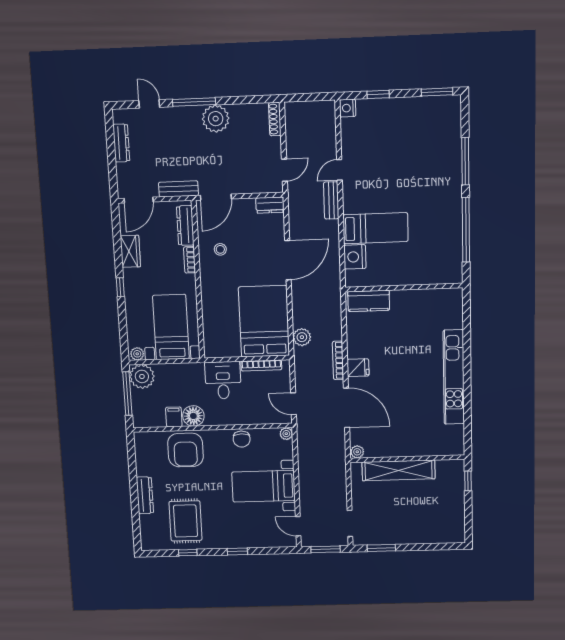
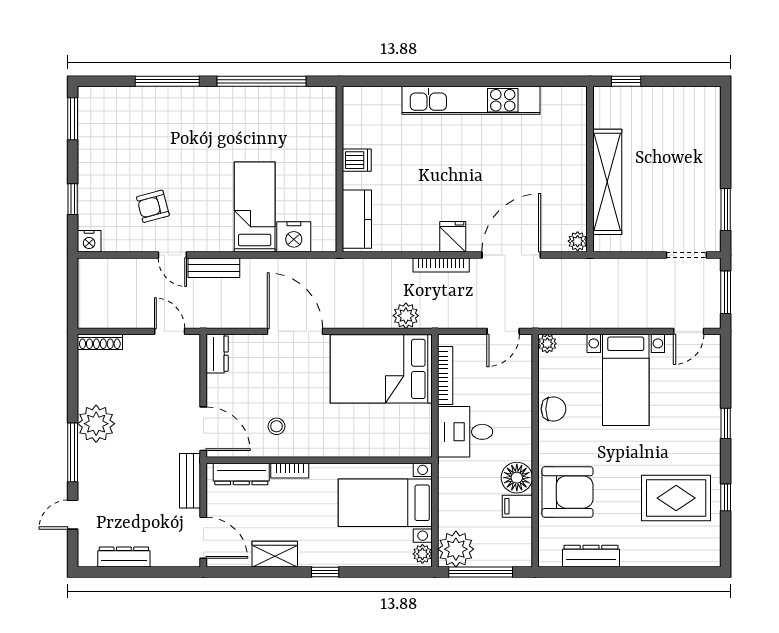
armchair: (374, 154) -> (153, 206), added
dishwasher: (410, 299) -> (357, 160), added
dresser: (145, 495) -> (591, 556), moved

